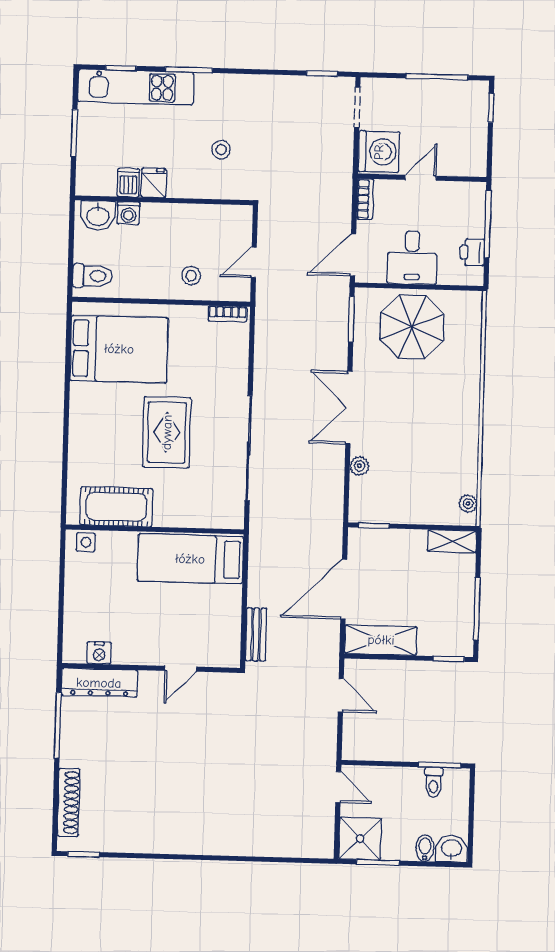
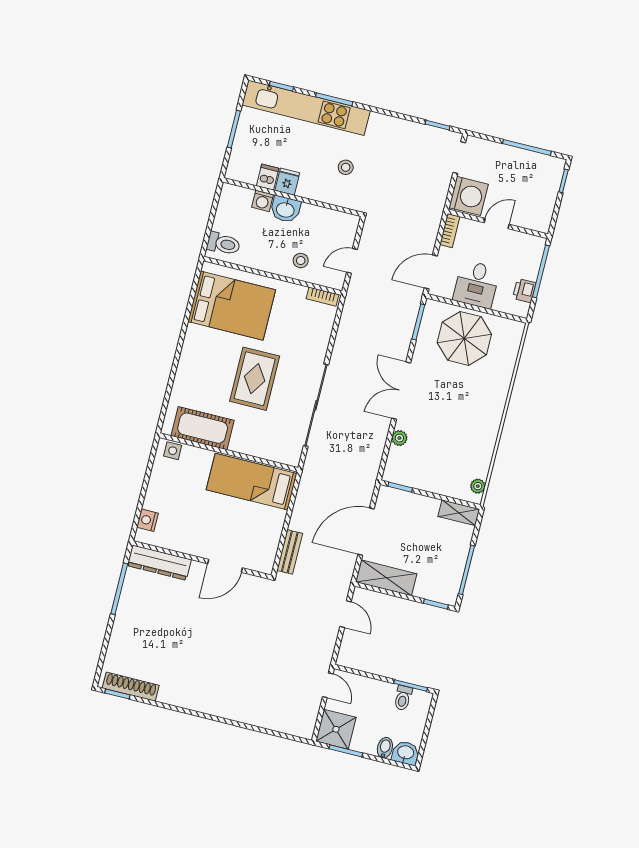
kitchen unit: (136, 87) -> (306, 108), width x1.36
washbasin: (98, 215) -> (285, 209), moved
nightstand: (99, 653) -> (147, 520), moved, turned 90
door: (181, 669) -> (225, 566), width x1.38
shoe rack: (69, 802) -> (131, 687), moved, turned -90

